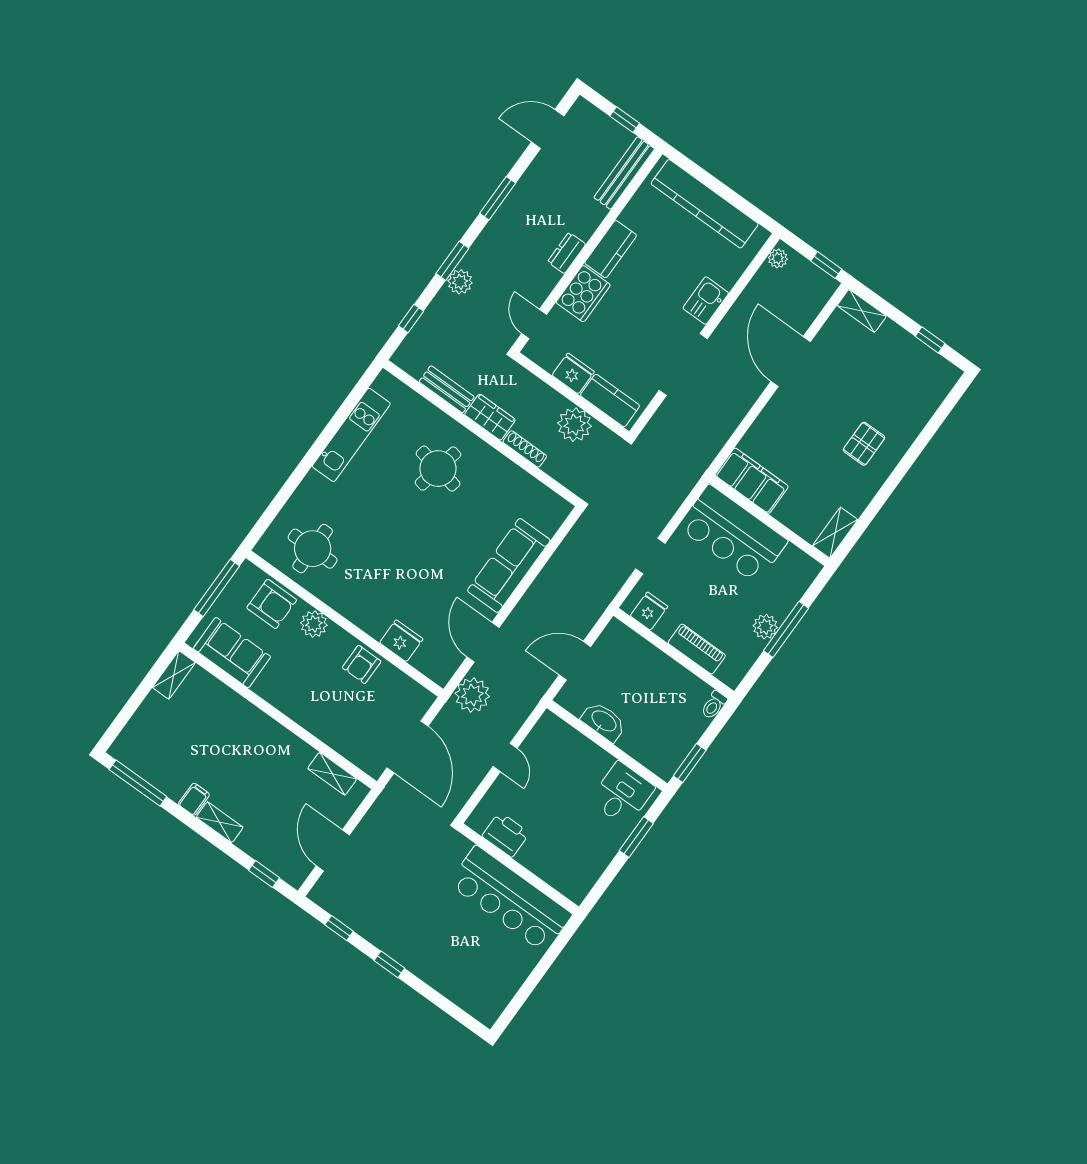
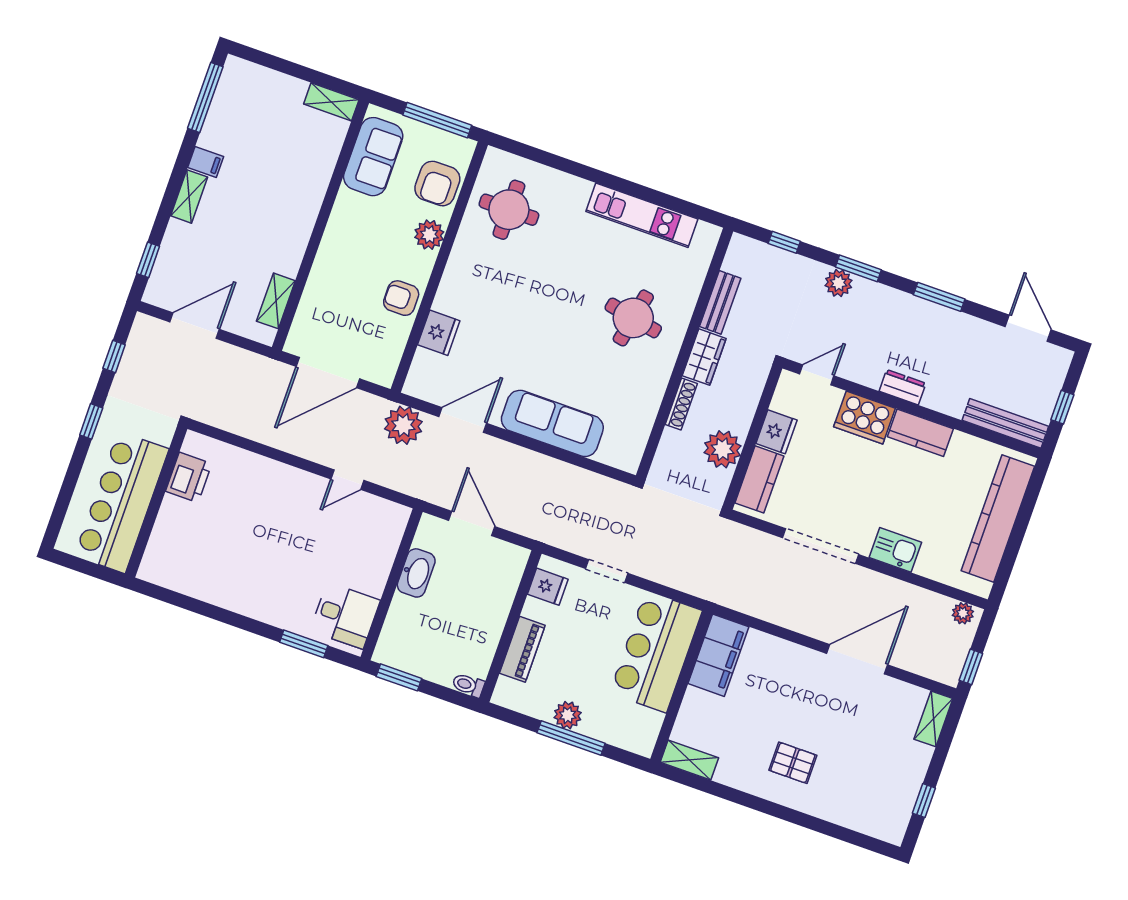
printer: (506, 835) -> (189, 477), moved
wall: (518, 869) -> (156, 501), moved
bar counter: (510, 899) -> (122, 502), moved

